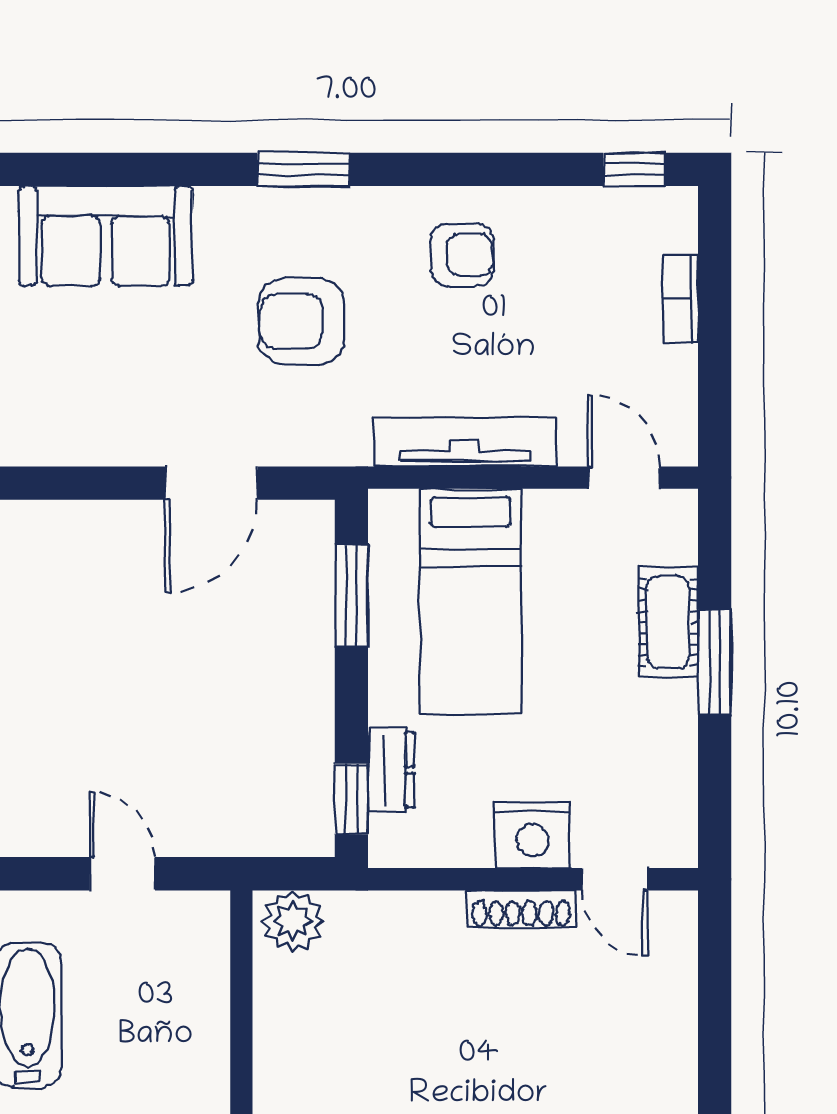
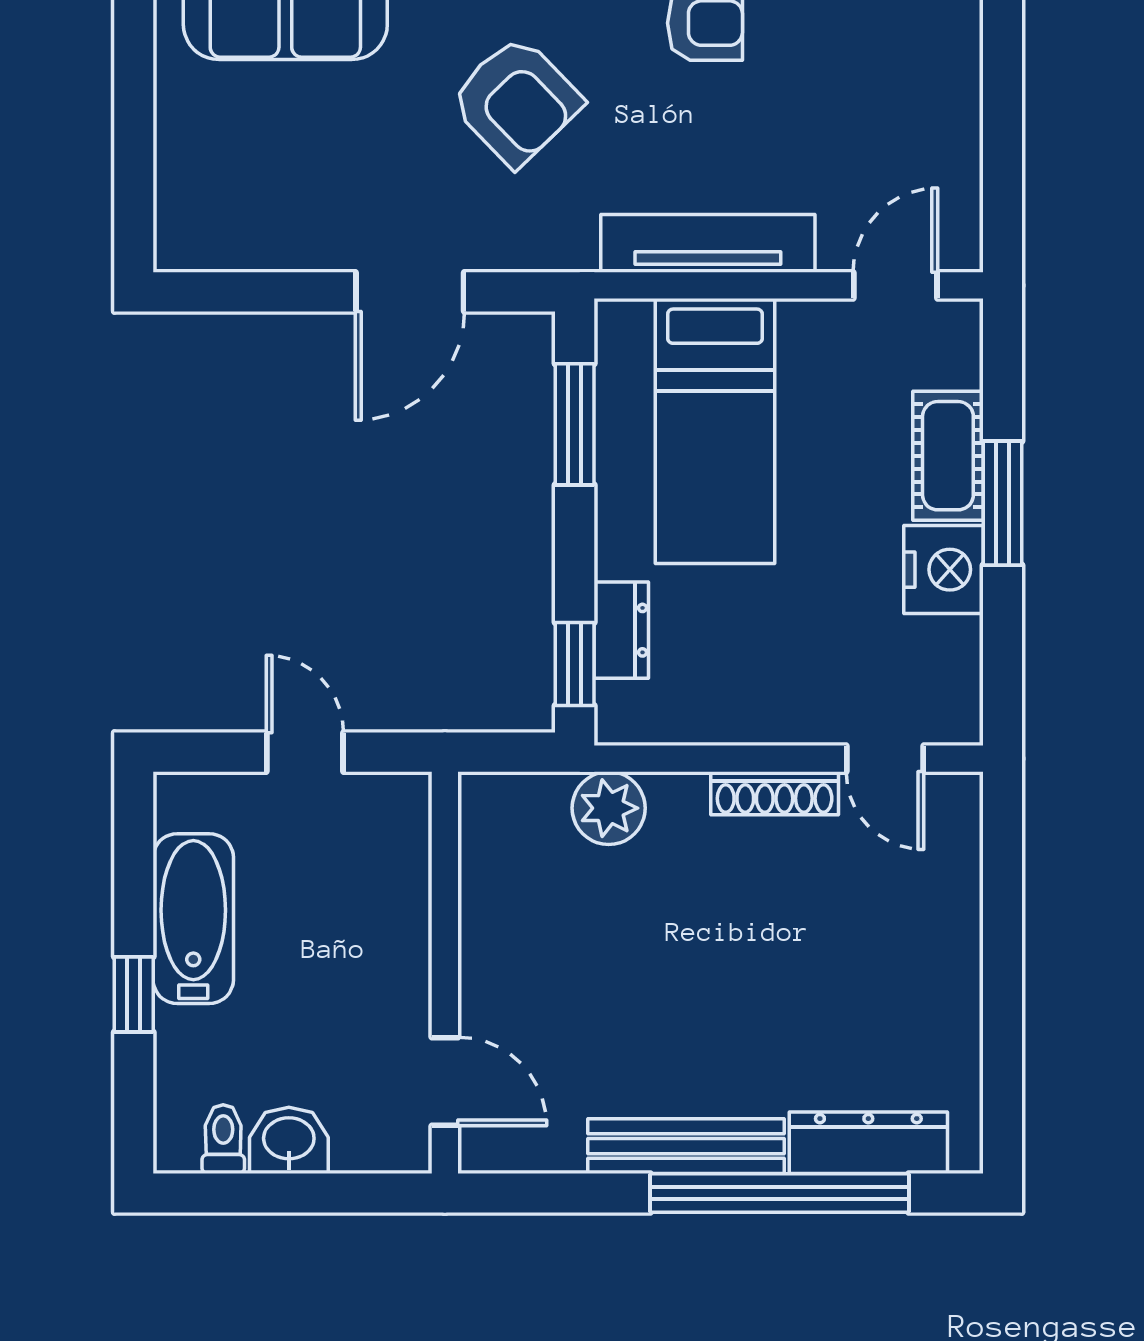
bookcase: (680, 299) -> (962, 75), removed
armchair: (302, 321) -> (516, 101), turned -134
door: (624, 478) -> (895, 285), hinge flipped
nightstand: (533, 835) -> (943, 570), moved, turned -90
plant: (293, 921) -> (609, 808), moved

